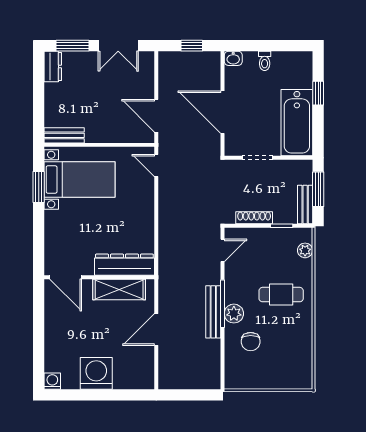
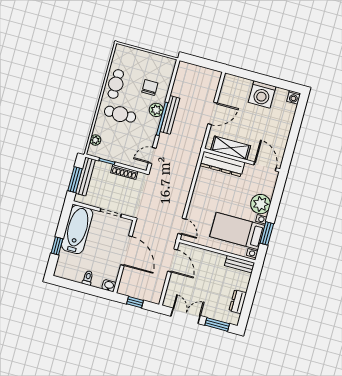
dresser: (53, 67) -> (238, 302), moved
bench: (305, 204) -> (85, 176), width x1.36
plant: (58, 225) -> (261, 204), added
cafe table: (298, 334) -> (116, 84), added

